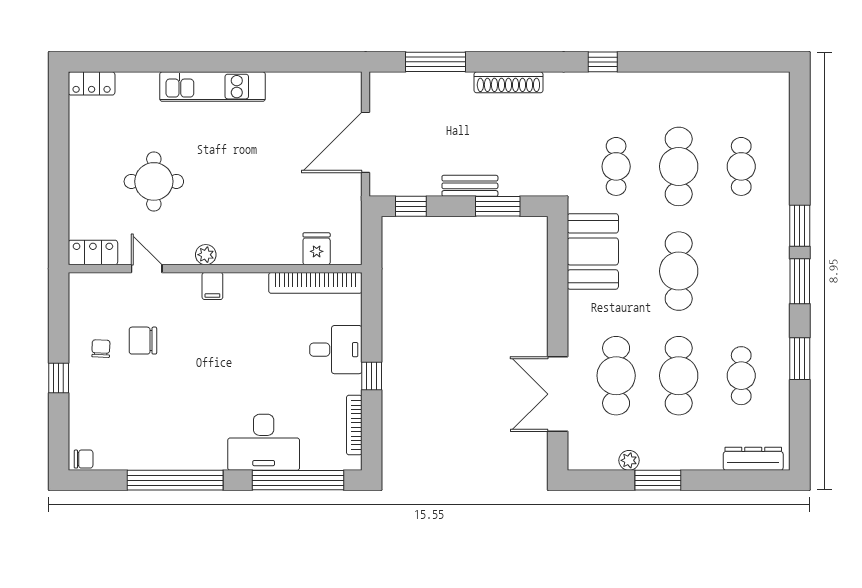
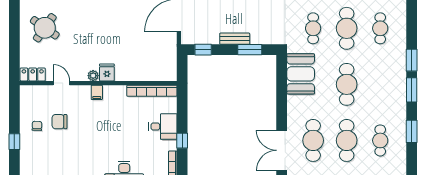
round table: (154, 181) -> (45, 28), moved, turned 35
fridge: (317, 249) -> (107, 72), moved

